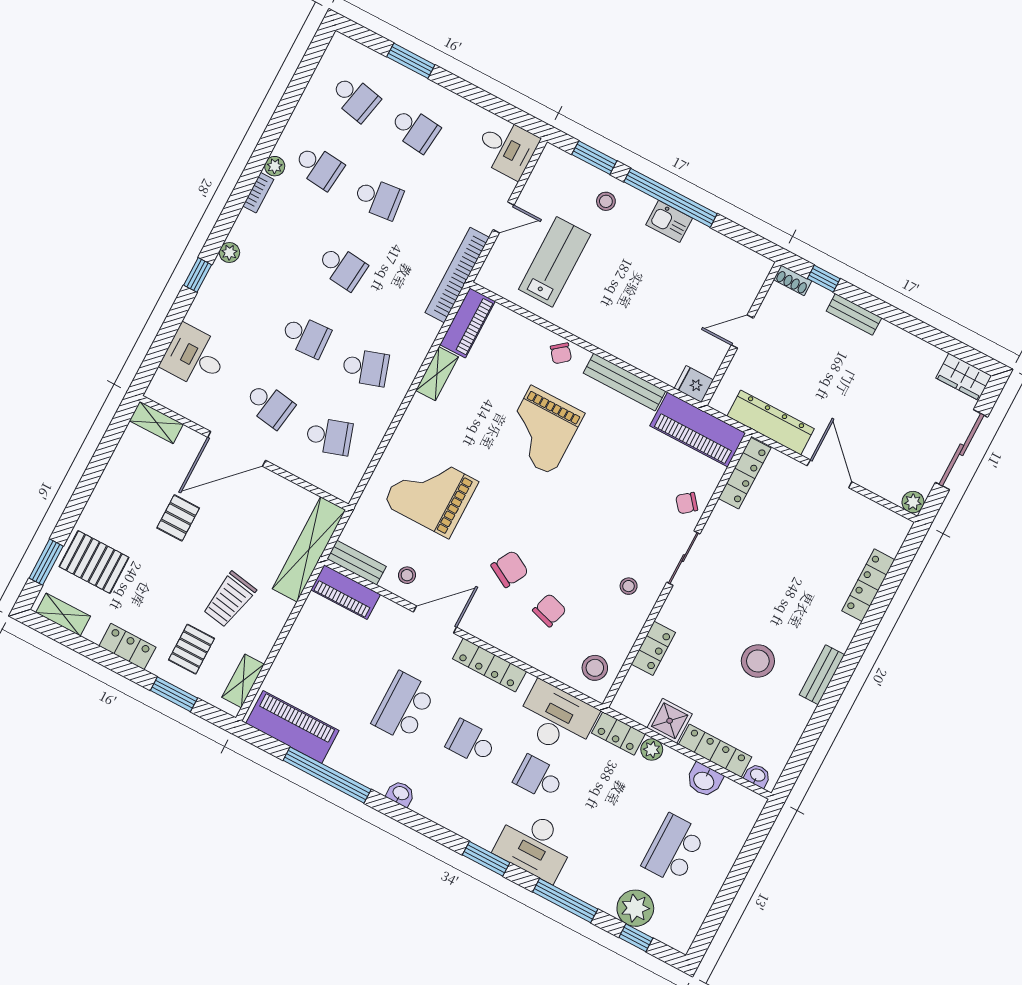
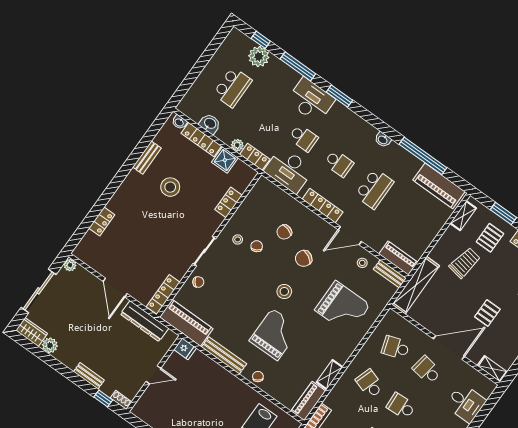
plant: (929, 358) -> (50, 345), added
school desk: (365, 367) -> (370, 384), turned 36
chair: (594, 579) -> (257, 246), added
locker: (868, 585) -> (102, 221), width x0.66
stool: (595, 668) -> (284, 291), moved
bench: (822, 675) -> (147, 158), moved

